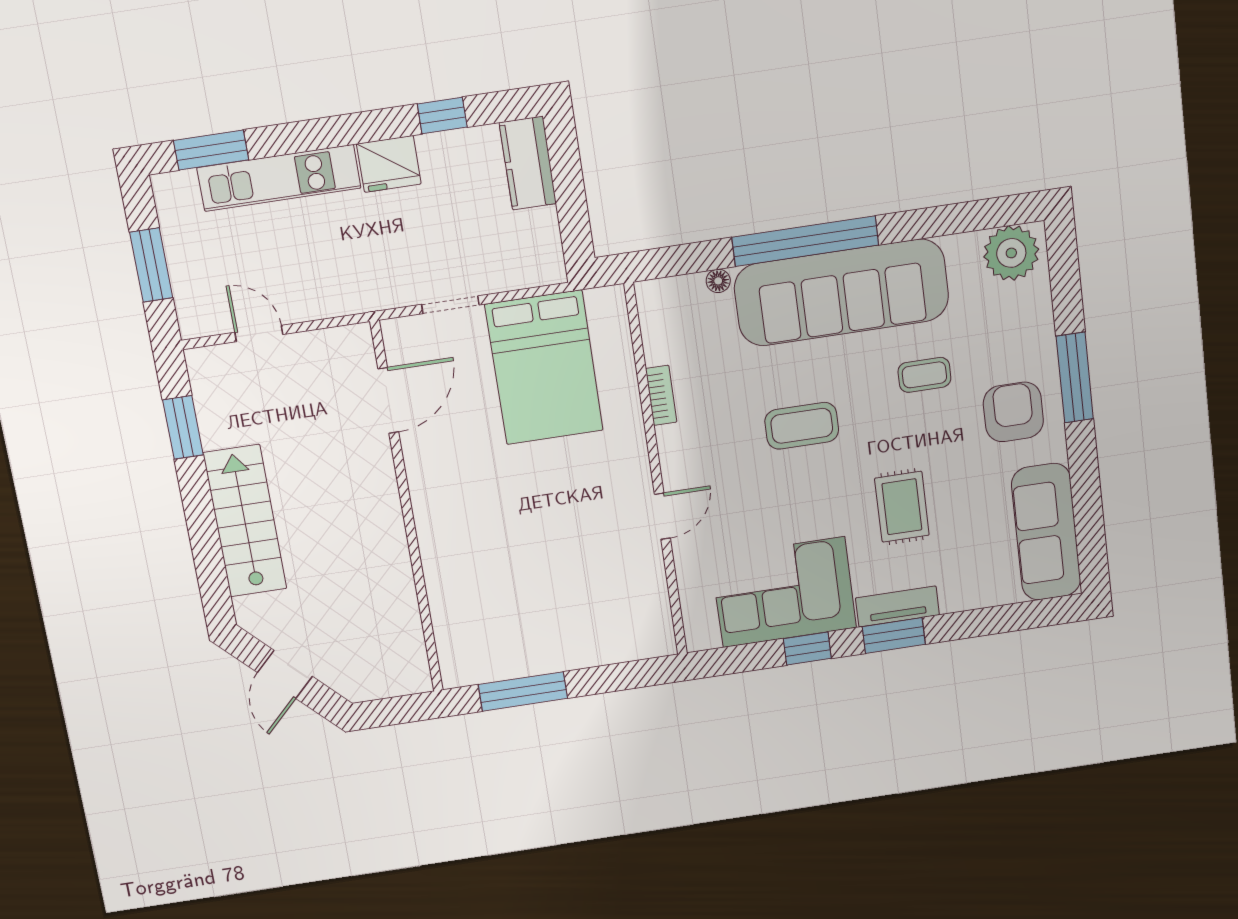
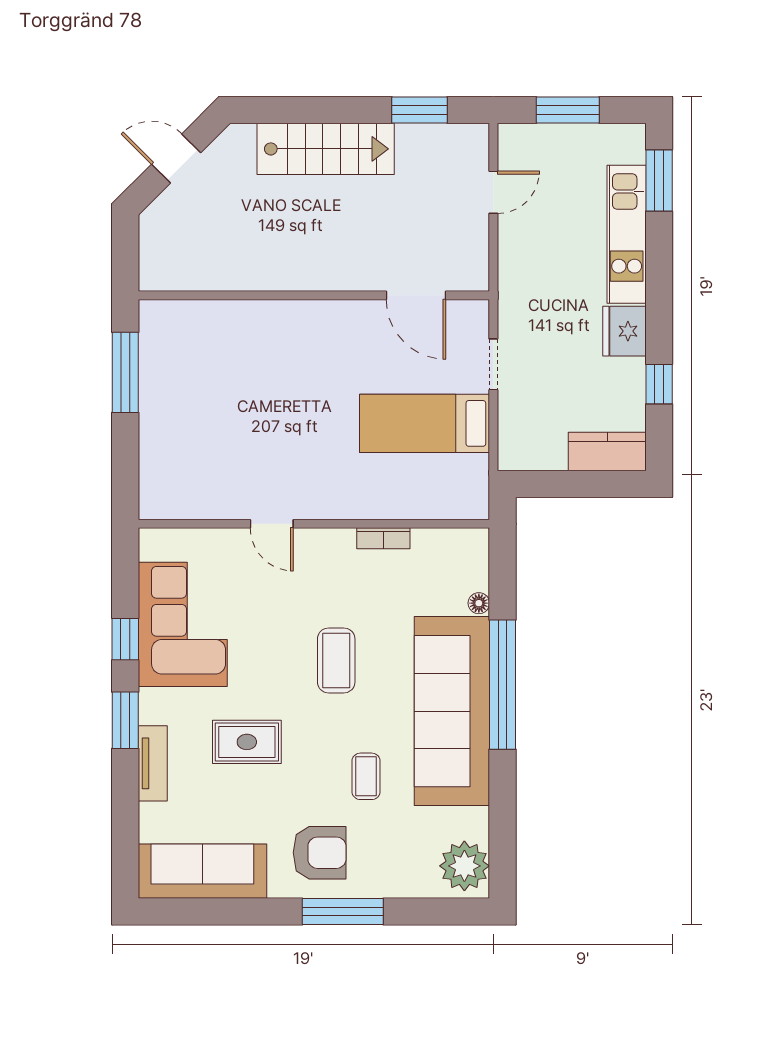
bed: (544, 368) -> (425, 423), width x0.67
tv unit: (897, 606) -> (153, 763), moved

